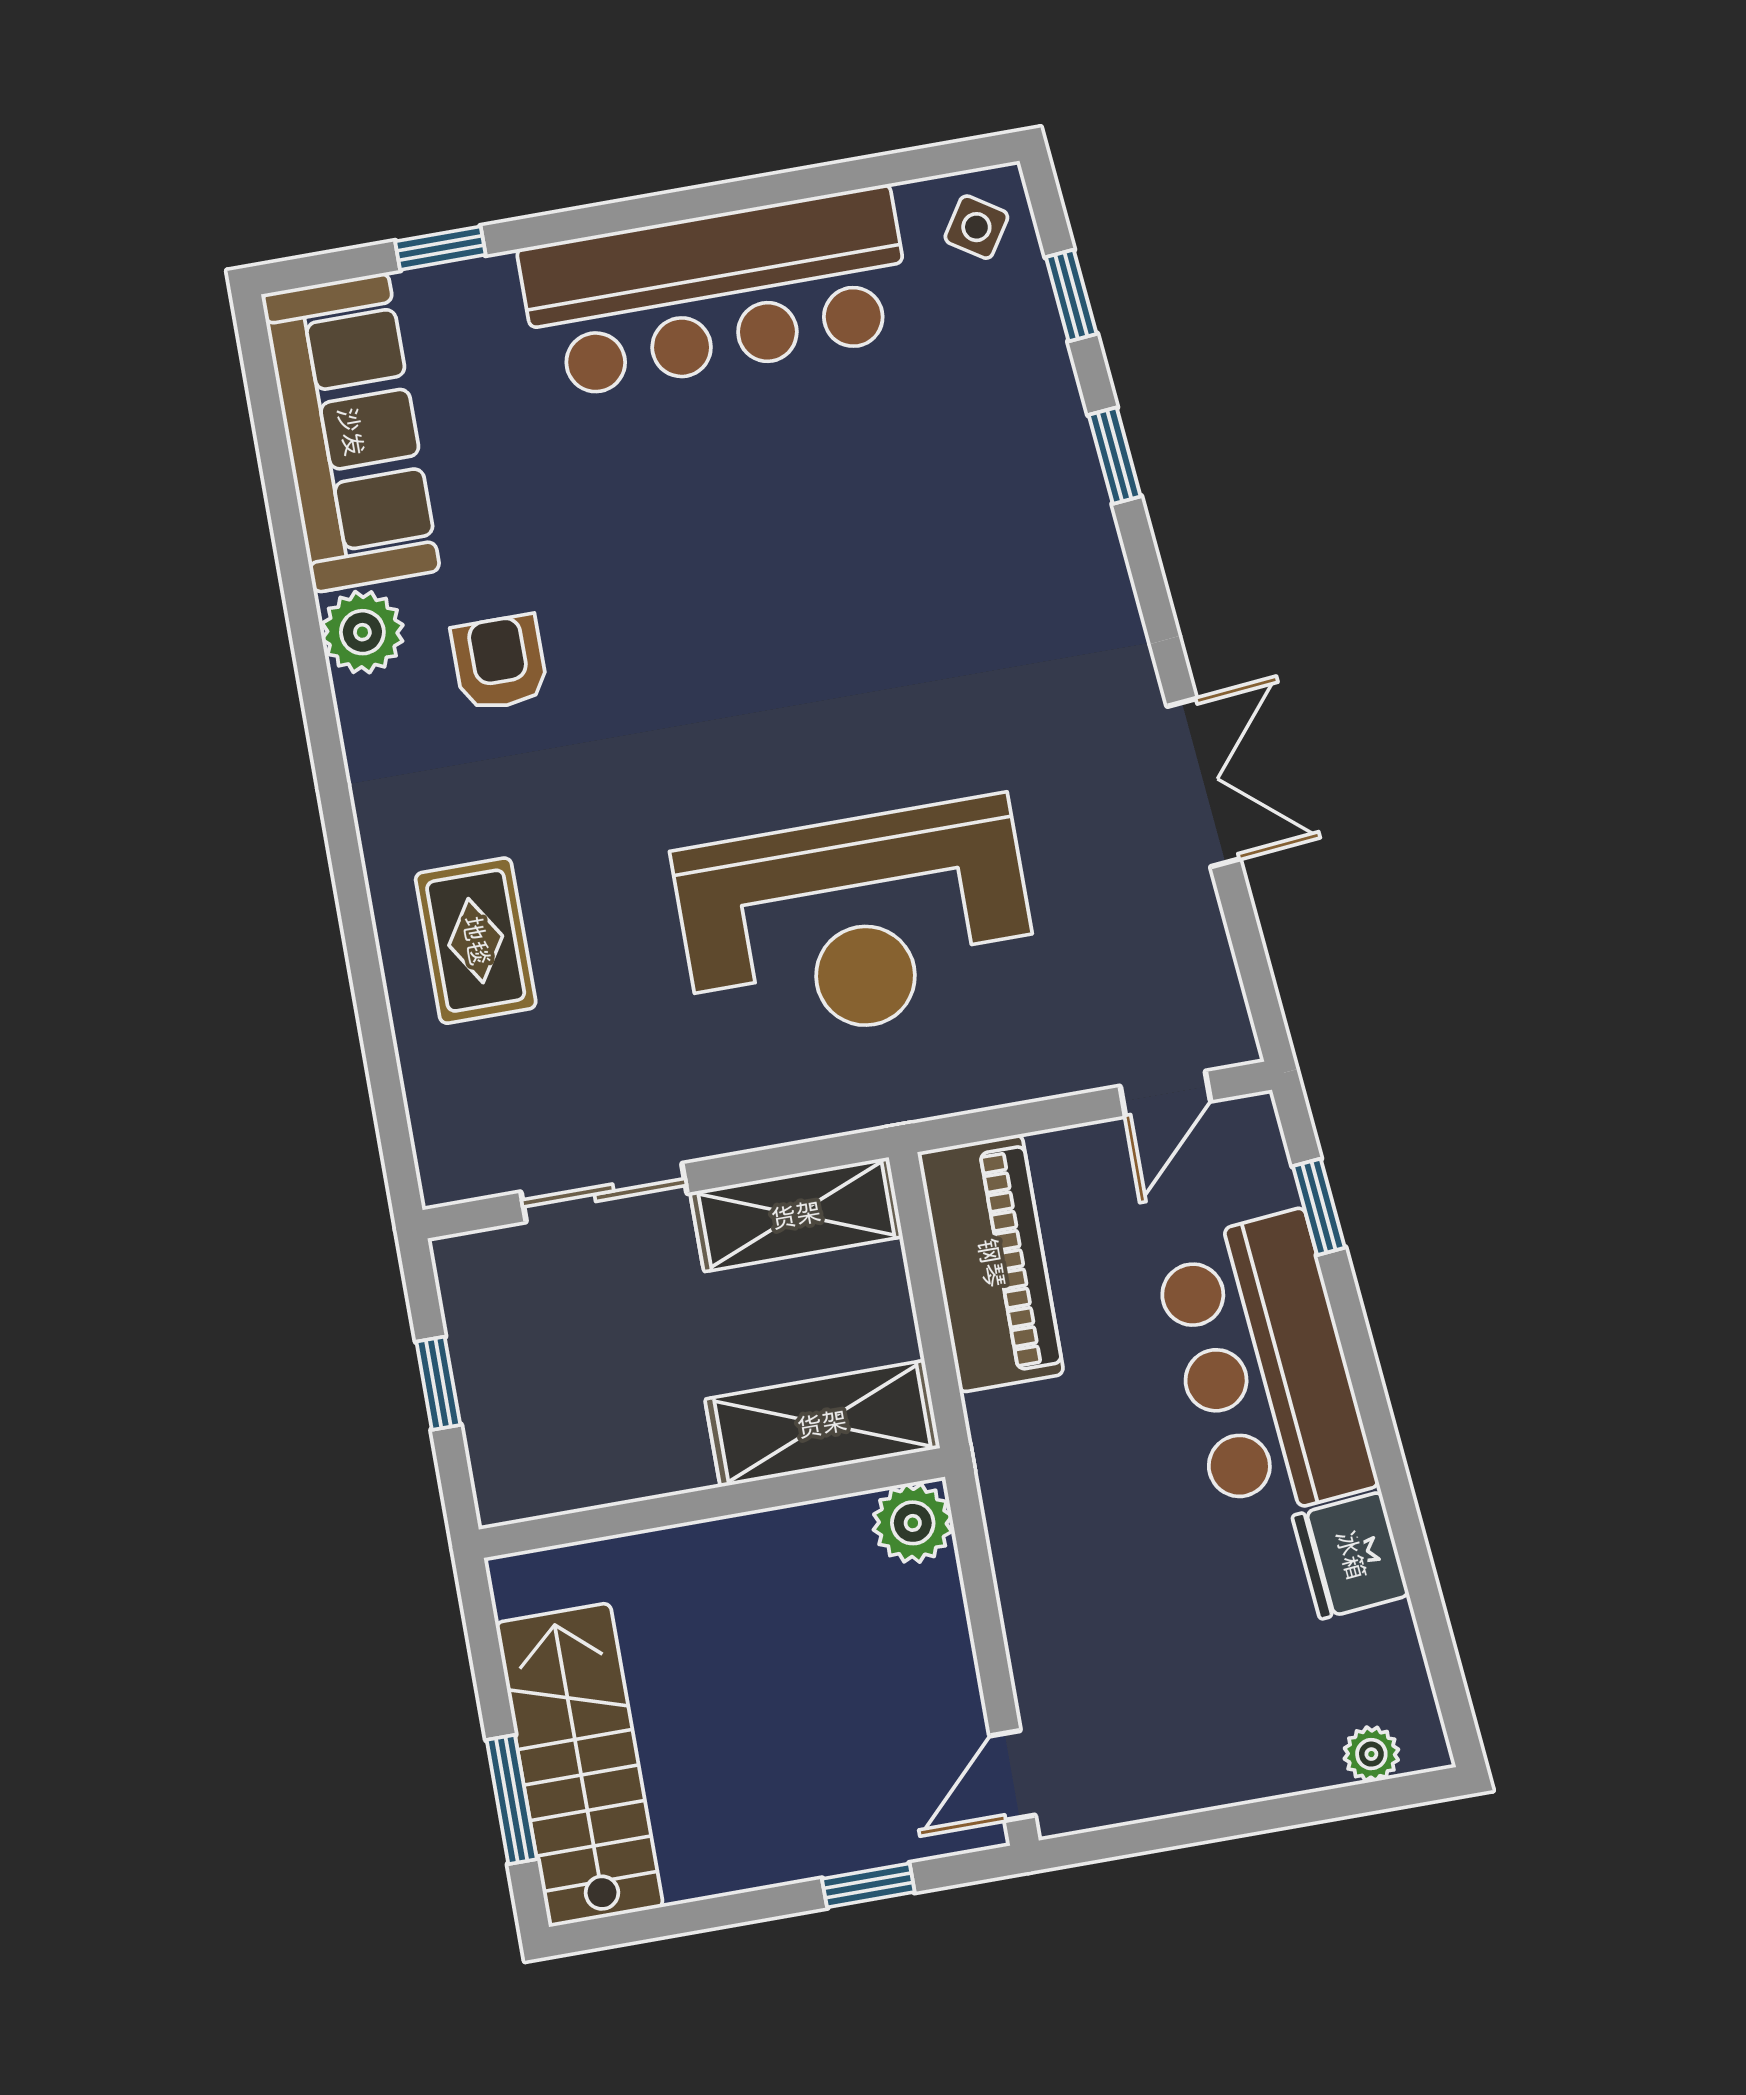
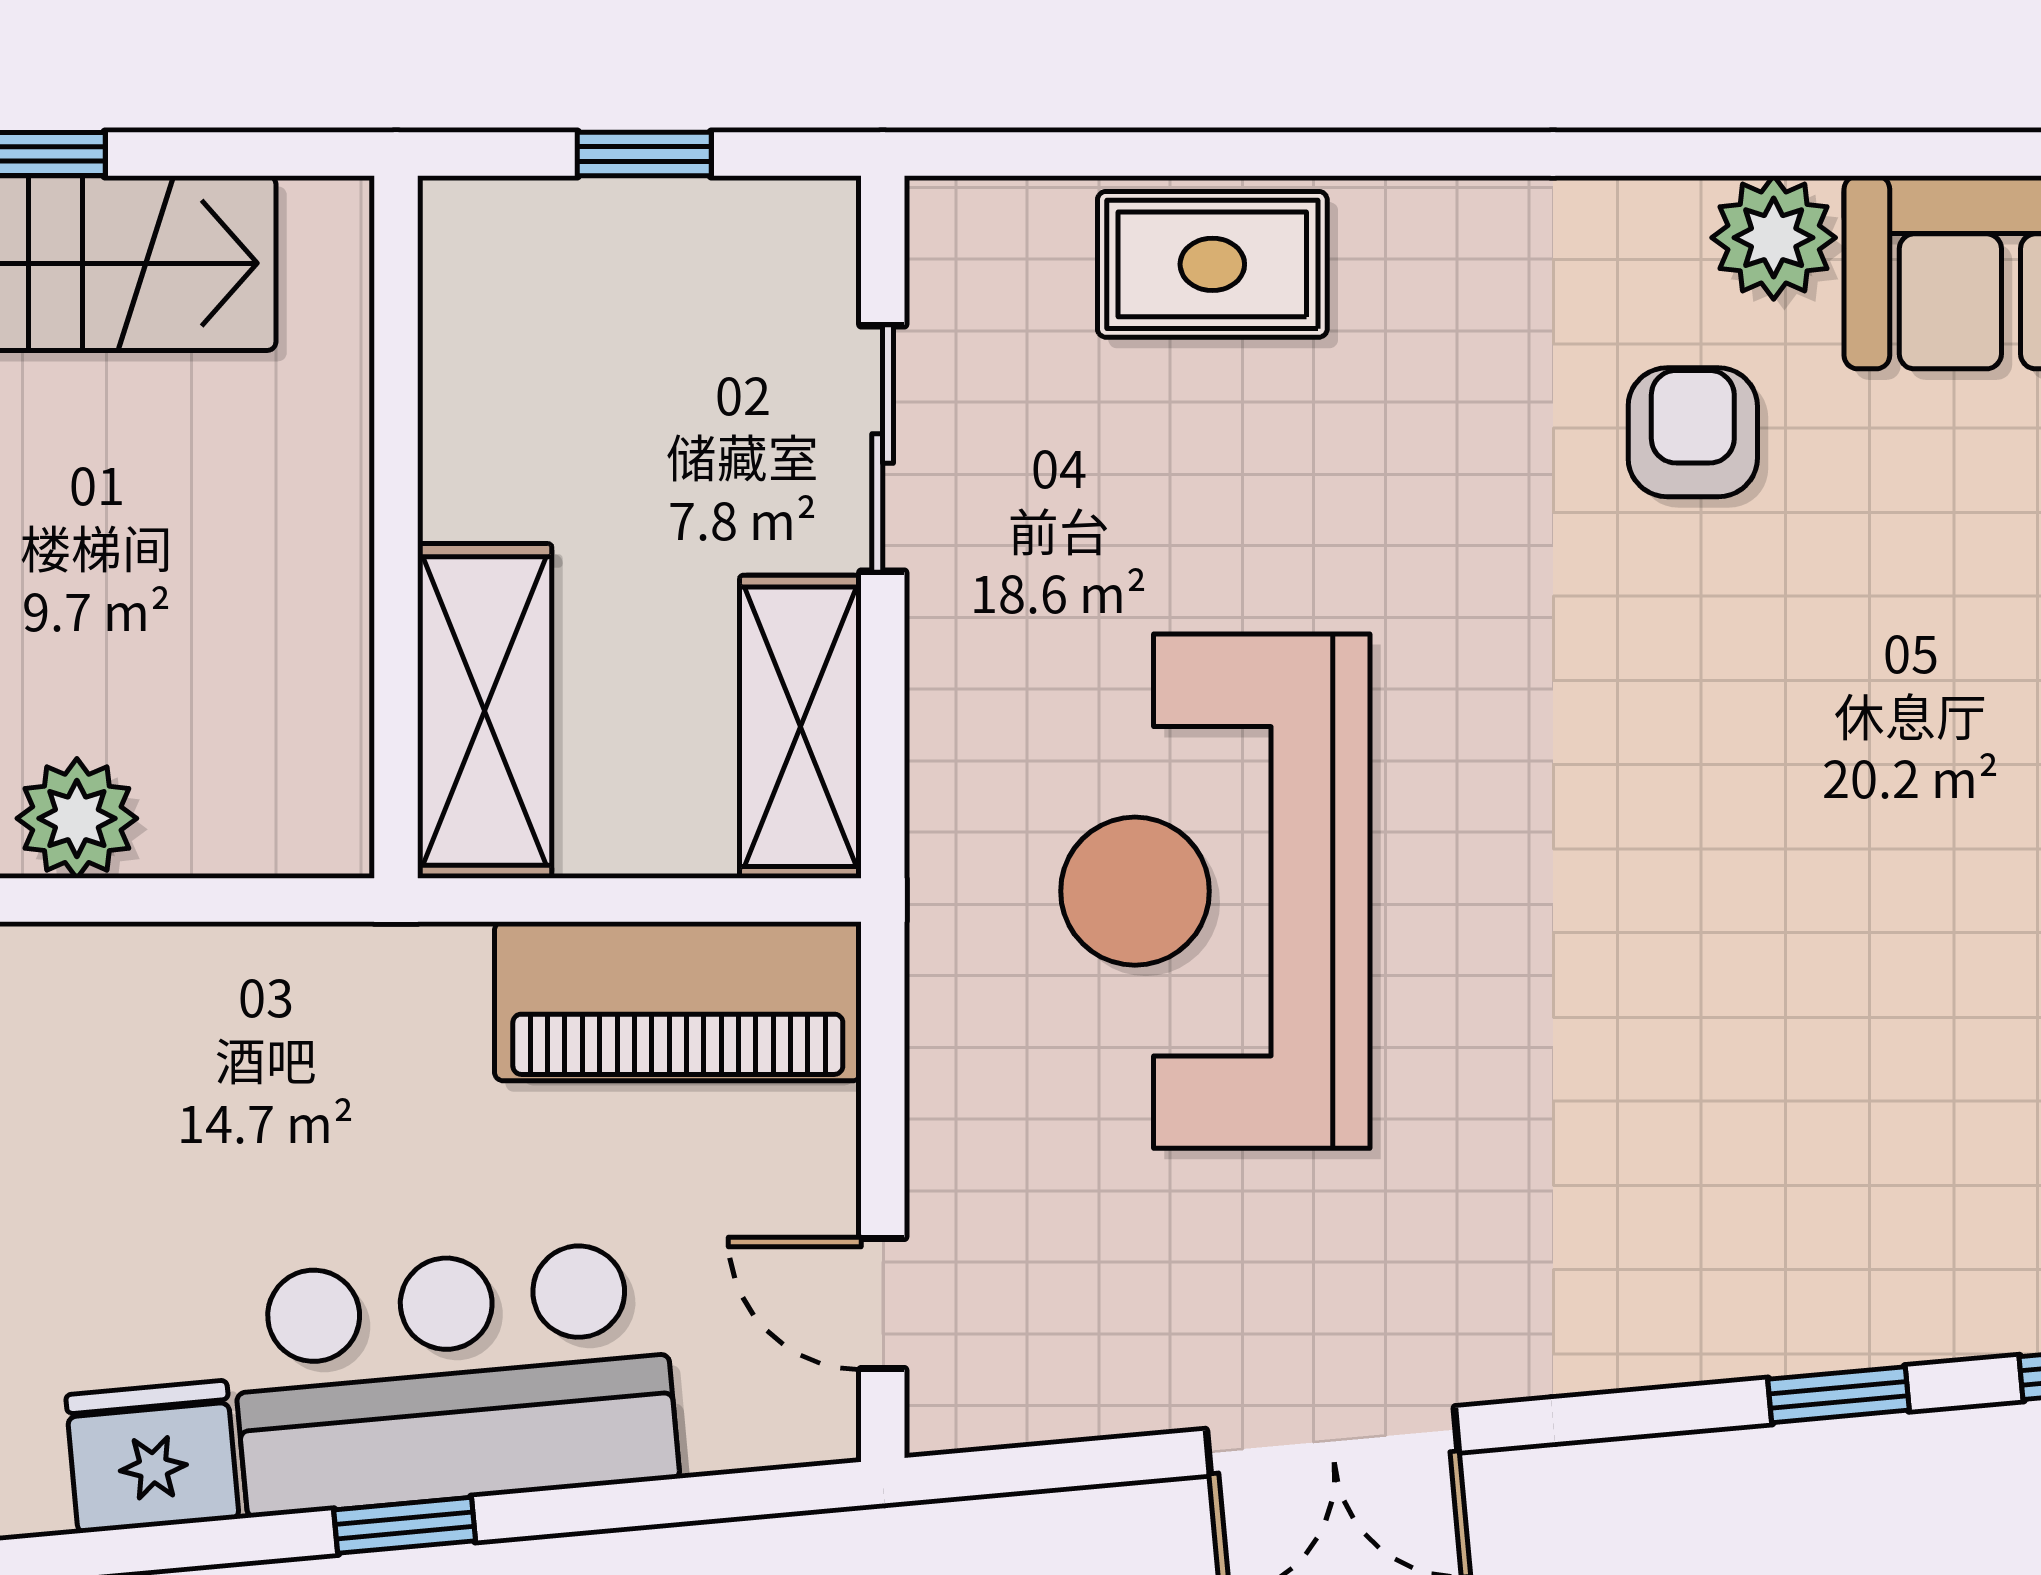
armchair: (500, 663) -> (1693, 432), turned -90
rug: (476, 941) -> (1212, 264), moved
window: (1319, 1207) -> (405, 1525), moved
plant: (913, 1523) -> (77, 818), moved

